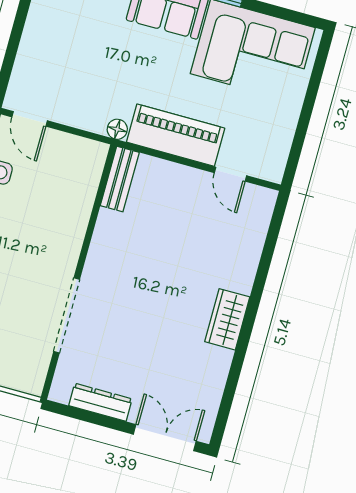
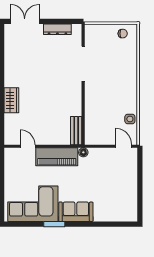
wardrobe: (227, 319) -> (11, 100), moved
double door: (165, 438) -> (25, 21), swing flipped

